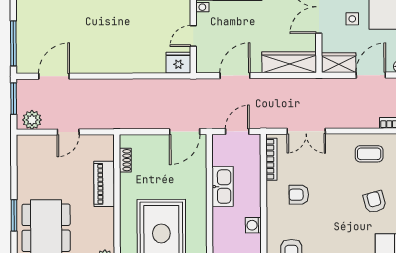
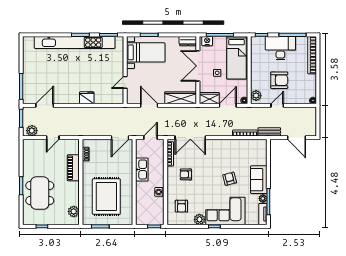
fridge: (178, 63) -> (87, 98), moved
door: (235, 76) -> (149, 105), hinge flipped
double door: (306, 131) -> (190, 138), width x1.37
coffee table: (369, 154) -> (227, 151), removed

